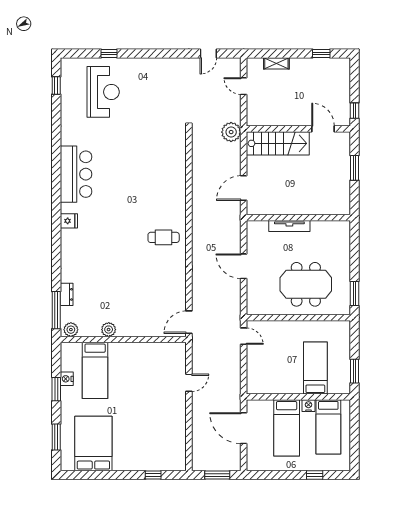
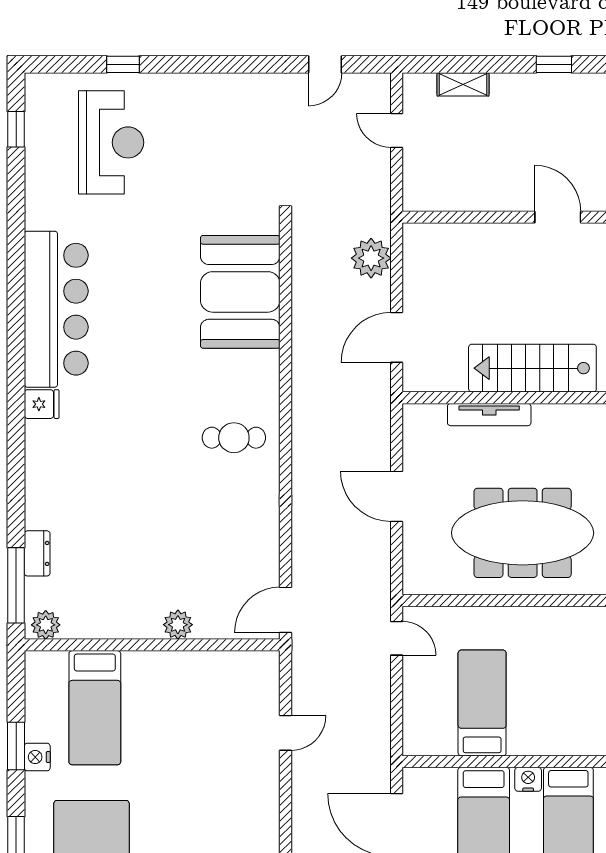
plant: (231, 132) -> (371, 258), moved
stairs: (278, 143) -> (532, 368), moved, turned 180
booth: (167, 166) -> (240, 292), added
bar counter: (76, 174) -> (56, 309), width x1.36
meeting table: (306, 284) -> (523, 533), width x1.36
plant: (109, 330) -> (178, 625), moved
bed: (315, 368) -> (482, 703), moved
nightstand: (67, 379) -> (37, 757), moved

